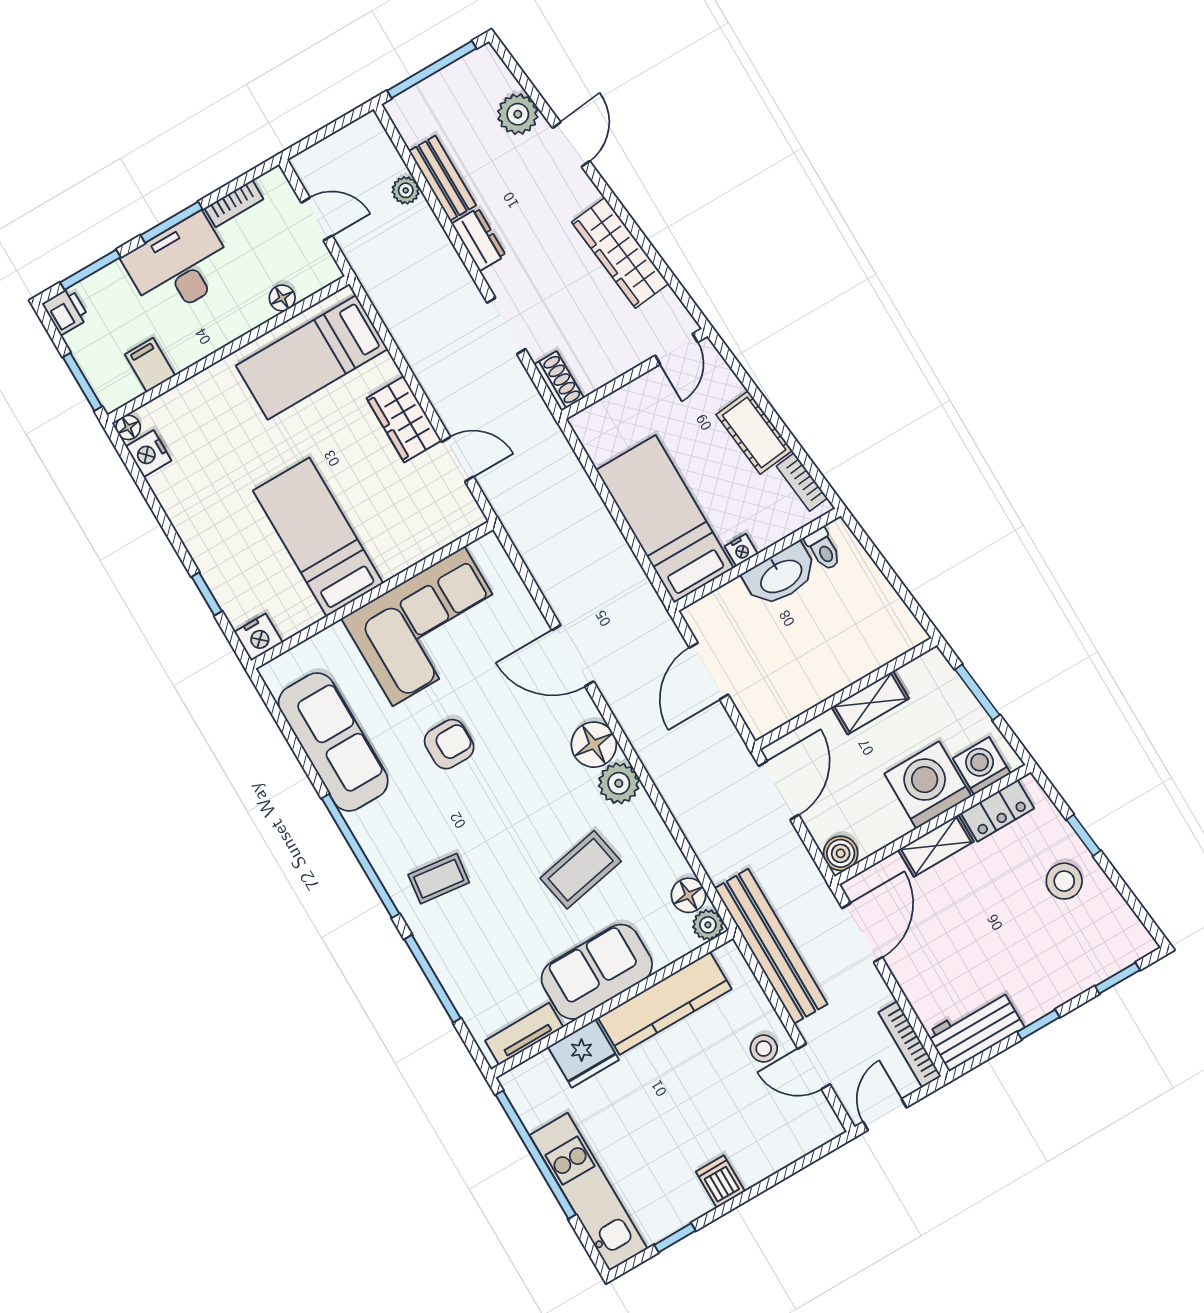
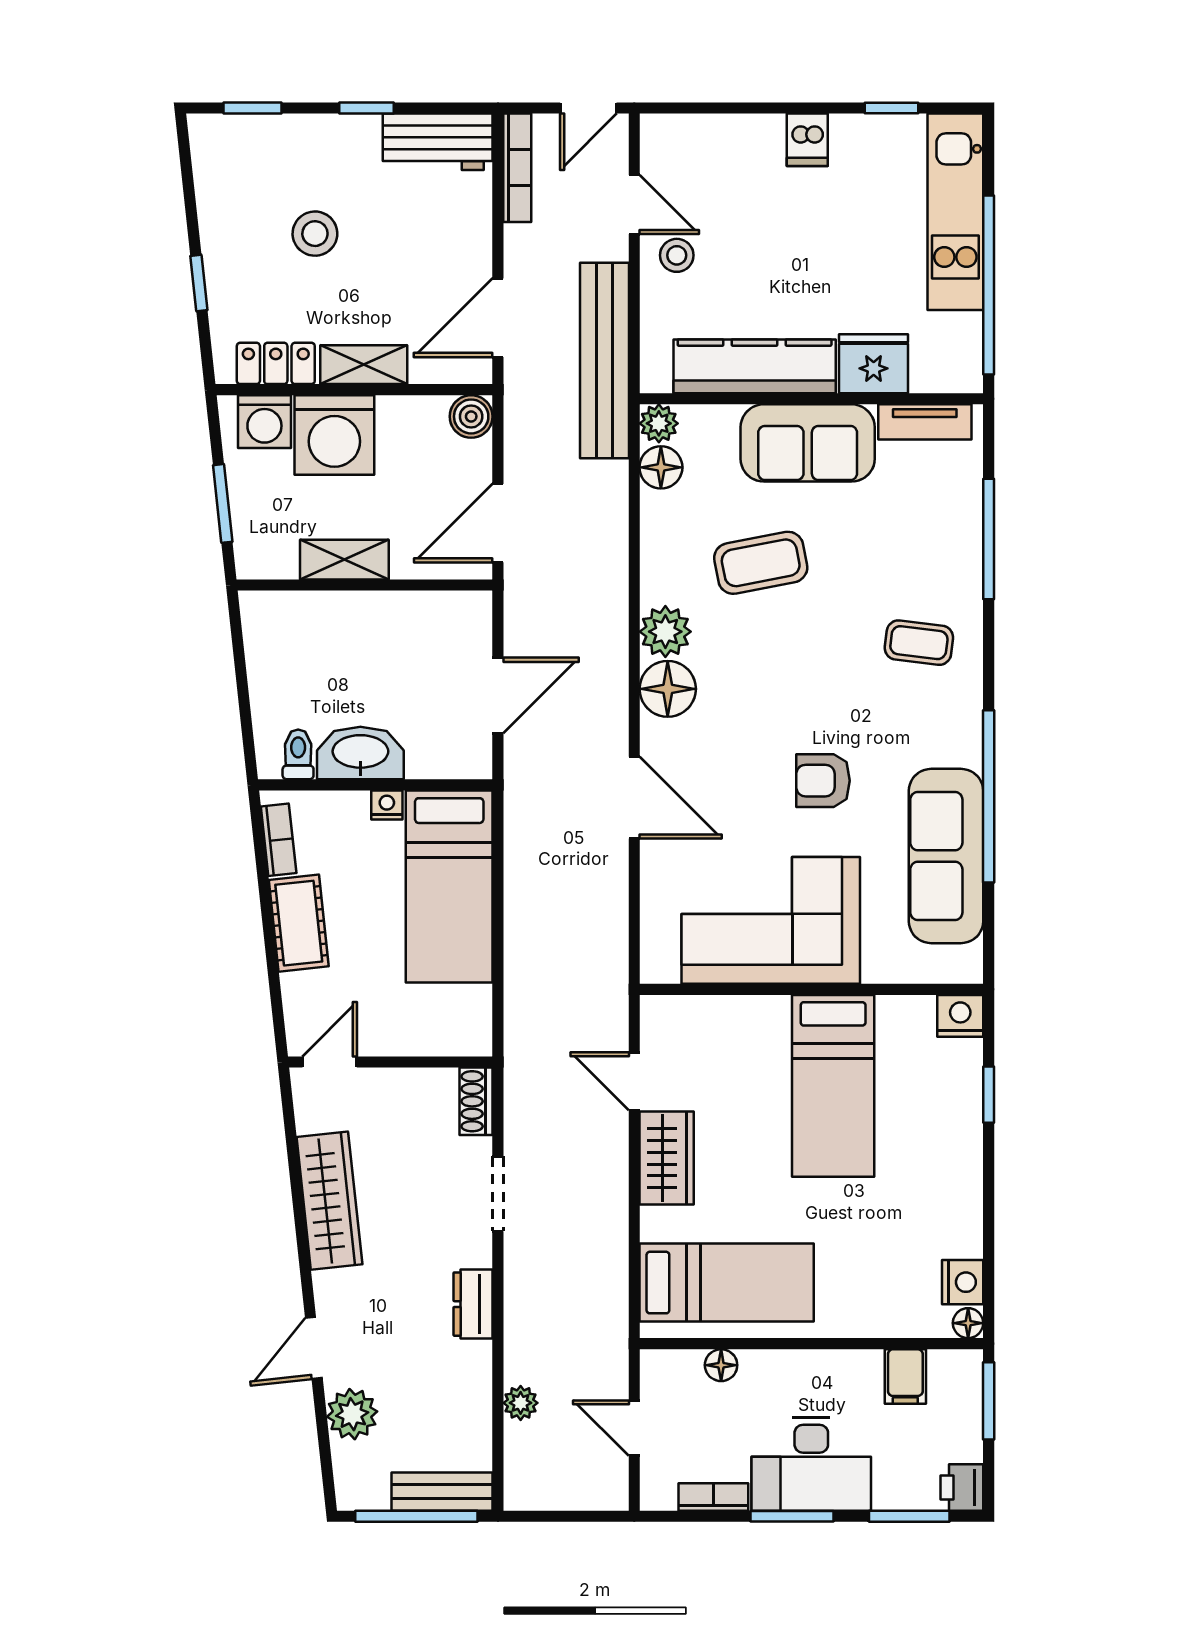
bench: (443, 178) -> (442, 1492), moved, turned 90
window: (361, 856) -> (989, 796), moved
stool: (1064, 881) -> (315, 234), moved

